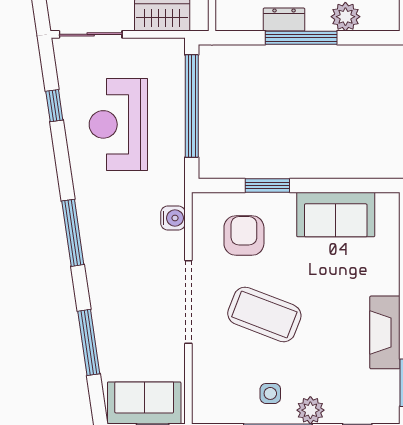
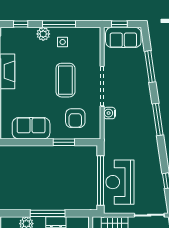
reception desk: (118, 124) -> (120, 182), moved, turned 180
water cooler: (173, 218) -> (109, 113), moved
coffee table: (264, 314) -> (65, 80), turned 69

